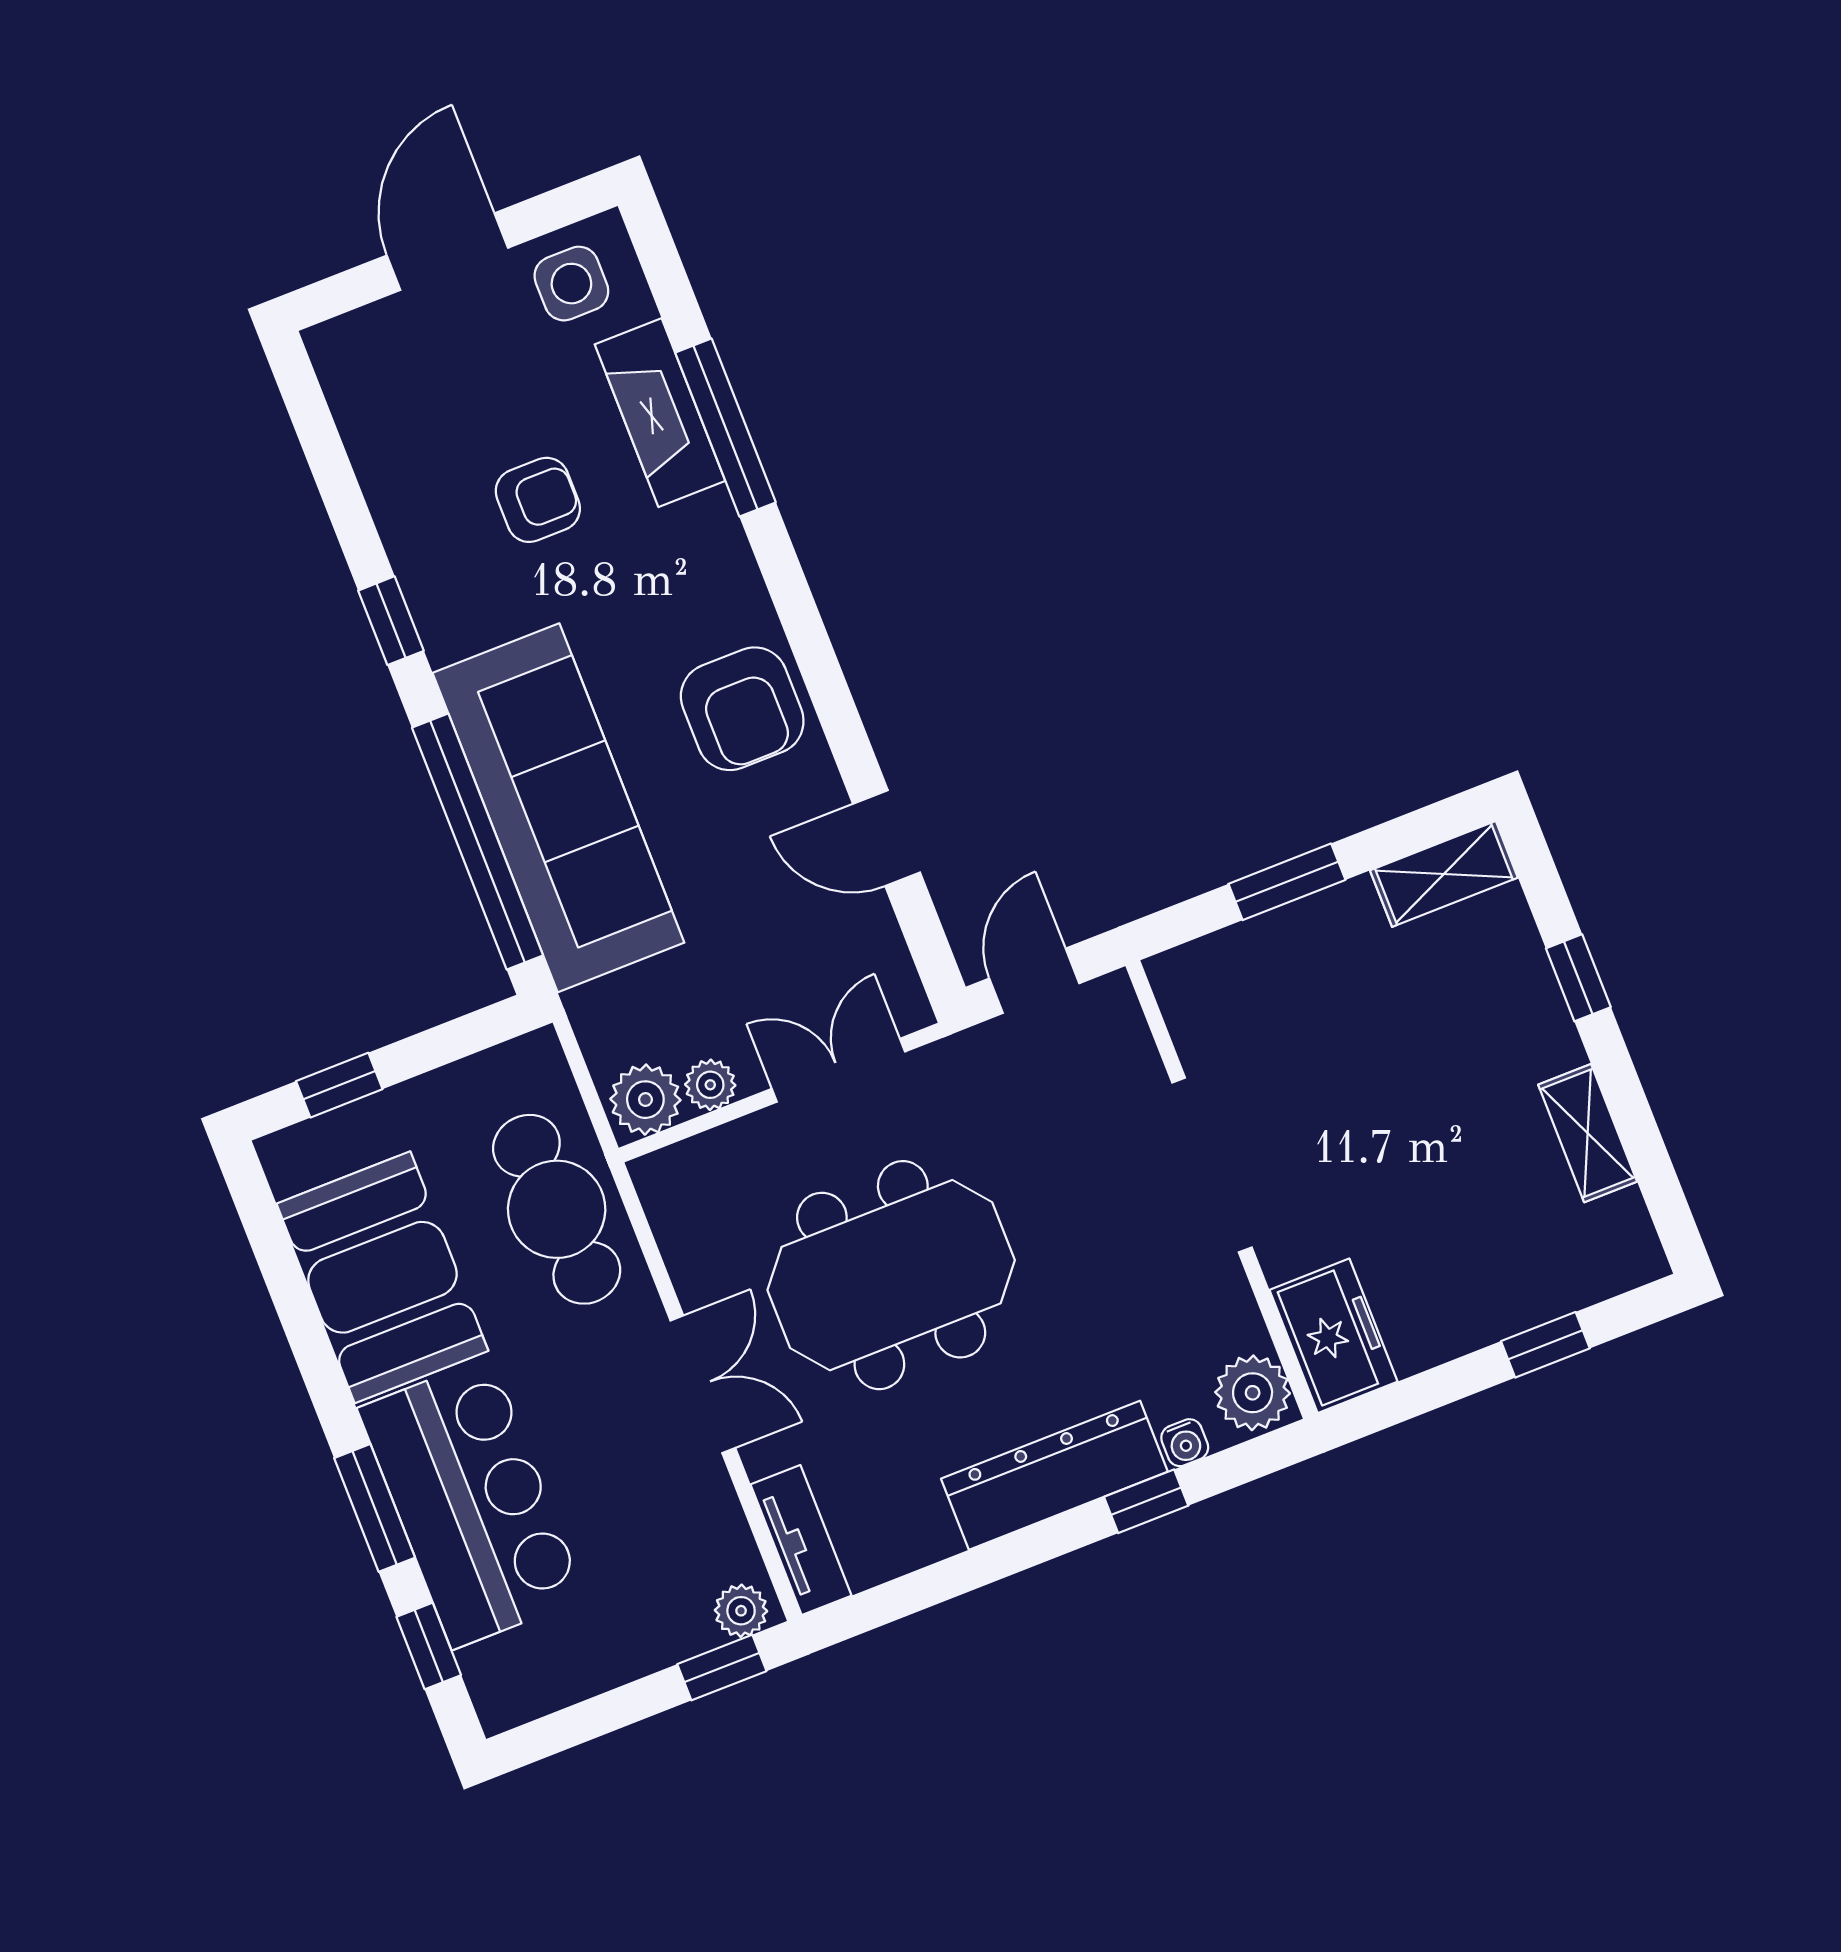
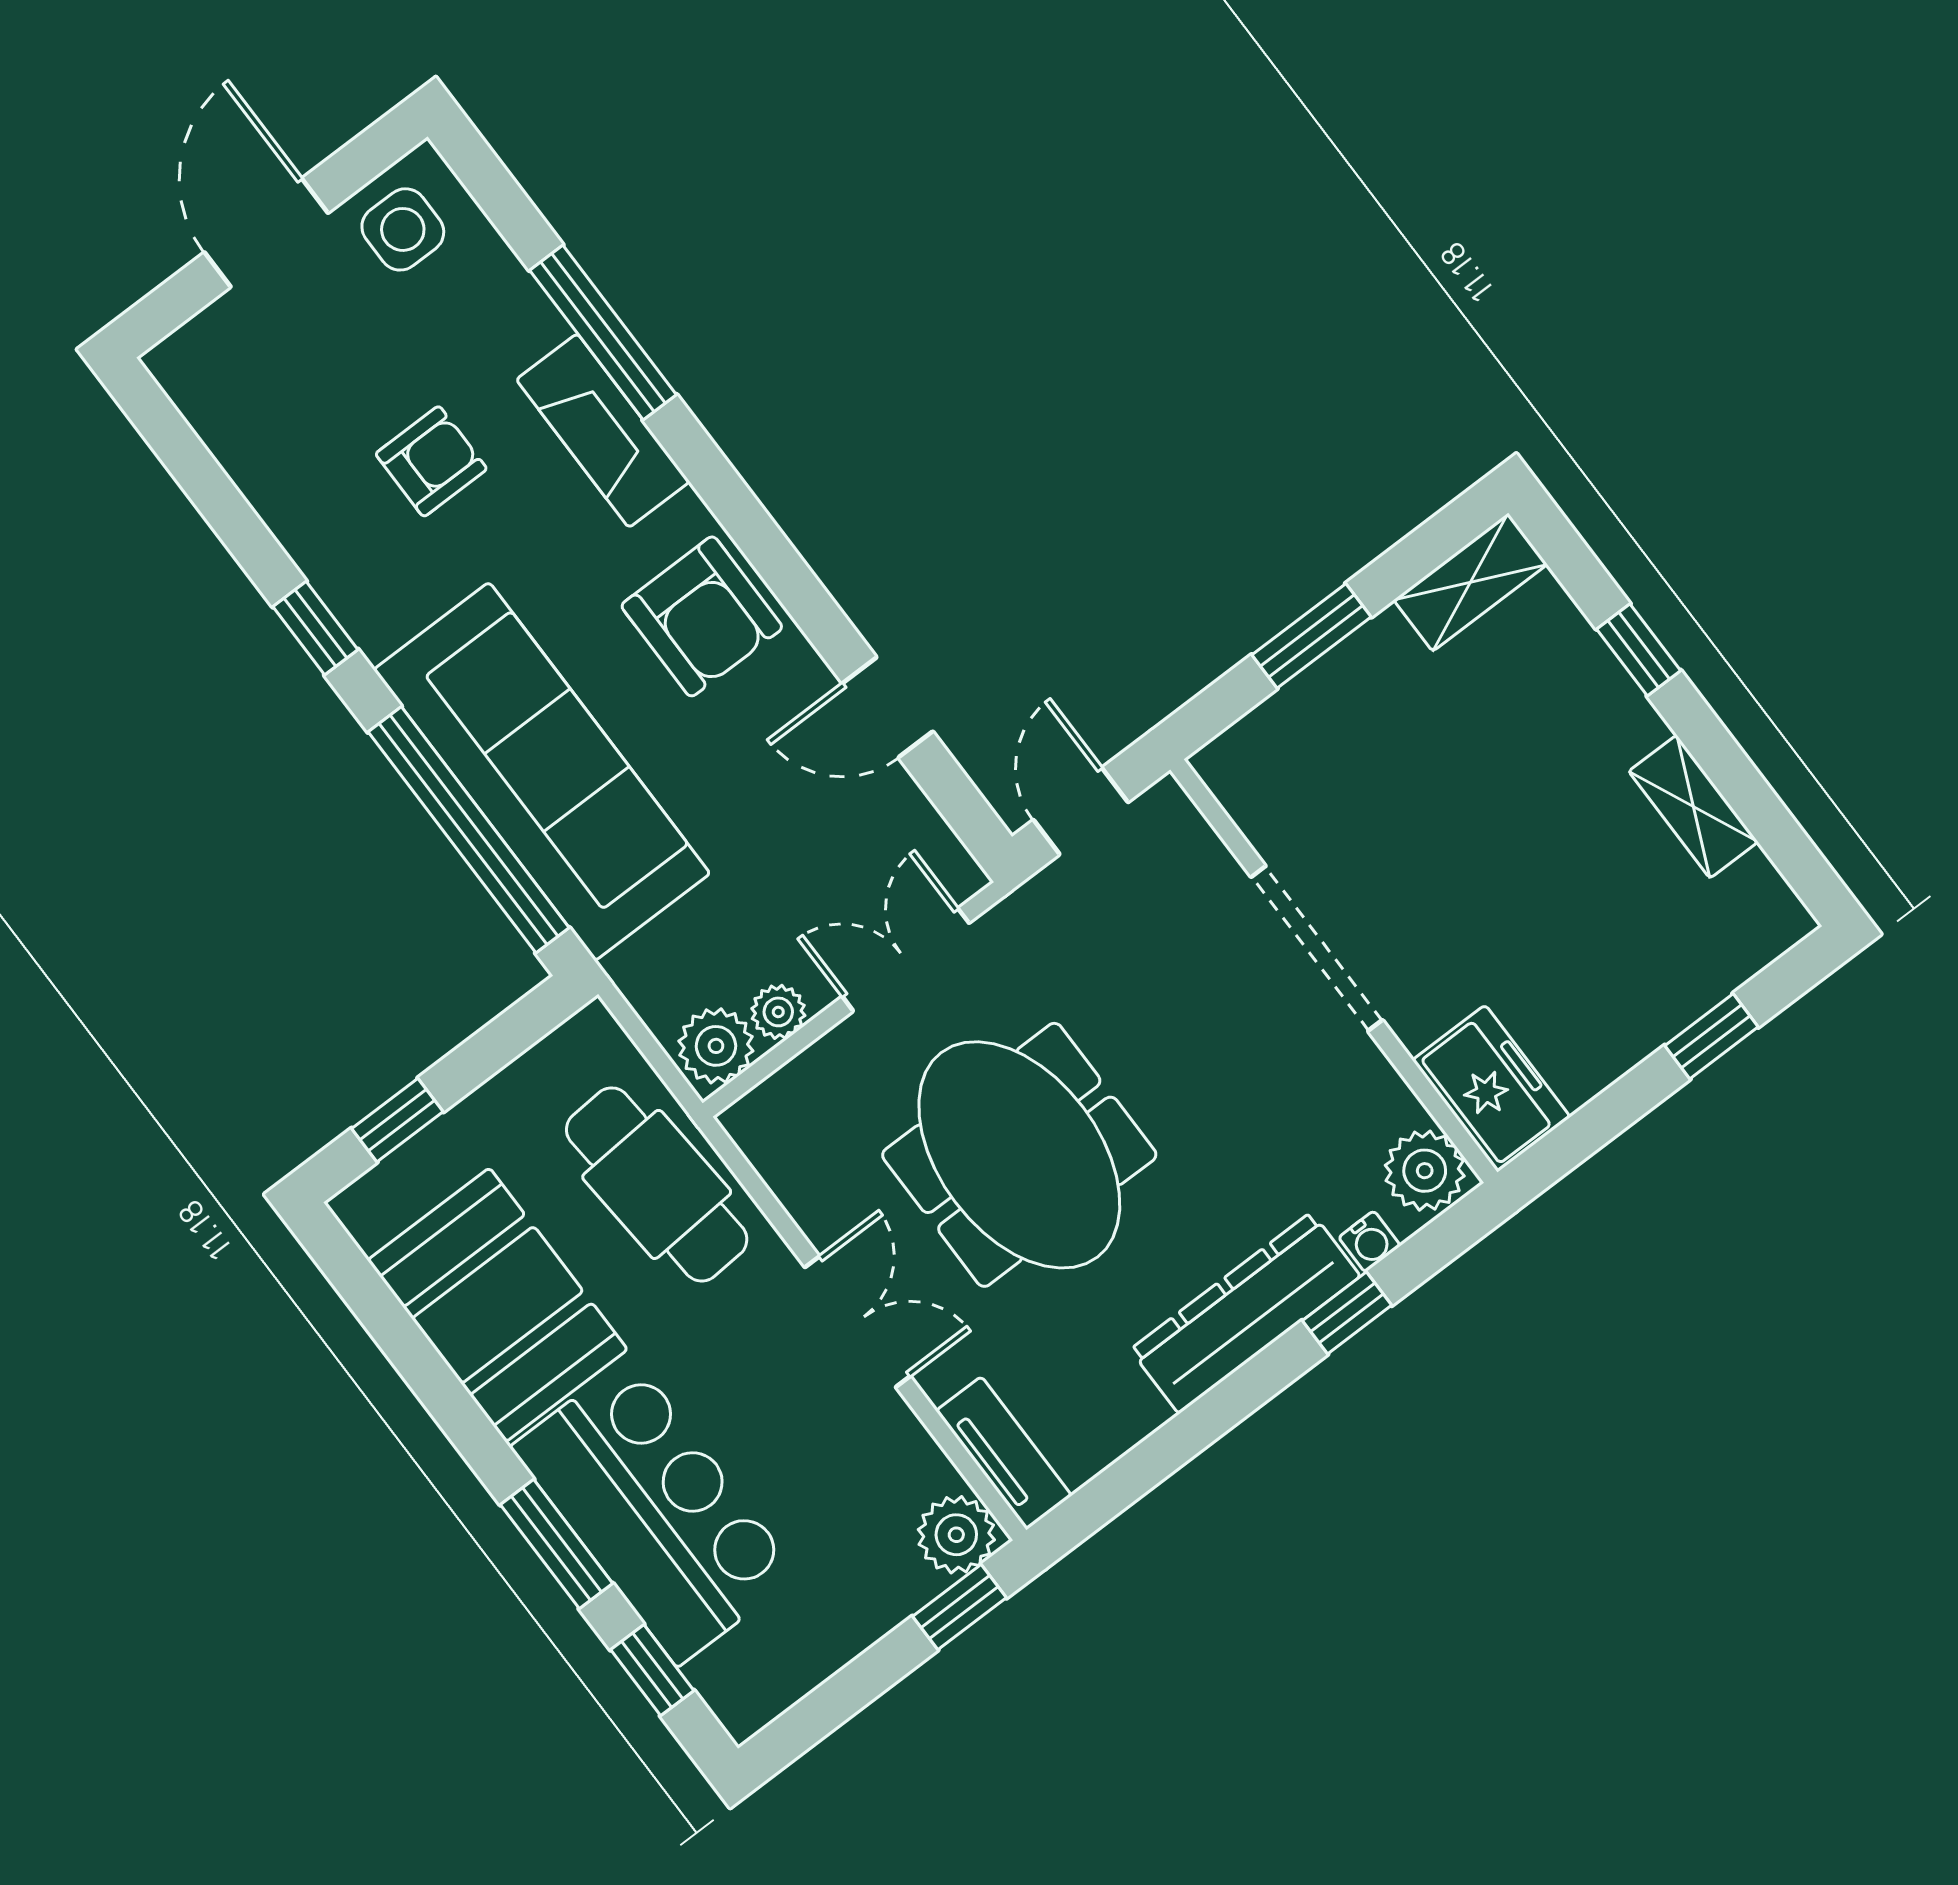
fireplace: (660, 413) -> (603, 431), moved
meeting table: (891, 1275) -> (1019, 1155), turned 90
plant: (741, 1611) -> (956, 1535), width x1.38, depth x1.38

